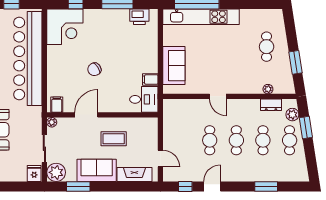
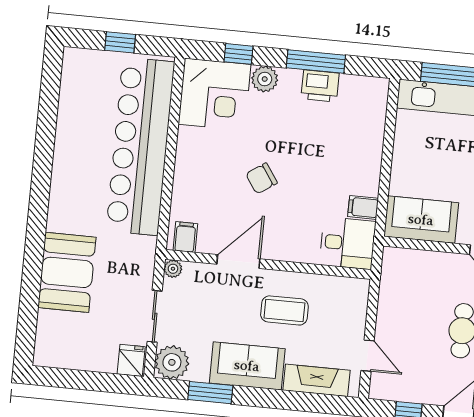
plant: (91, 16) -> (265, 79), added
printer: (139, 17) -> (320, 86), moved
sofa: (174, 66) -> (421, 220), moved, turned -90

